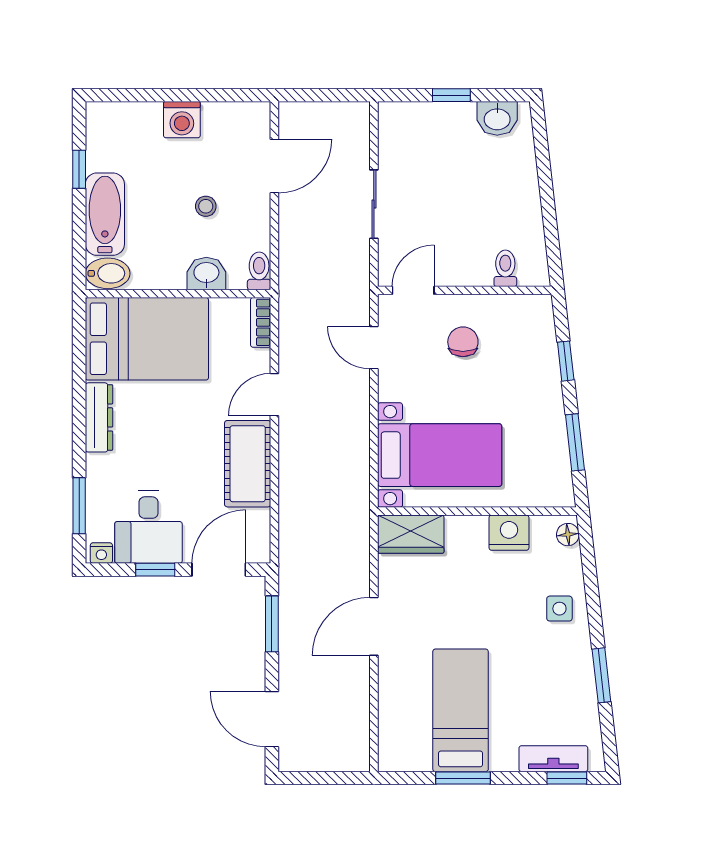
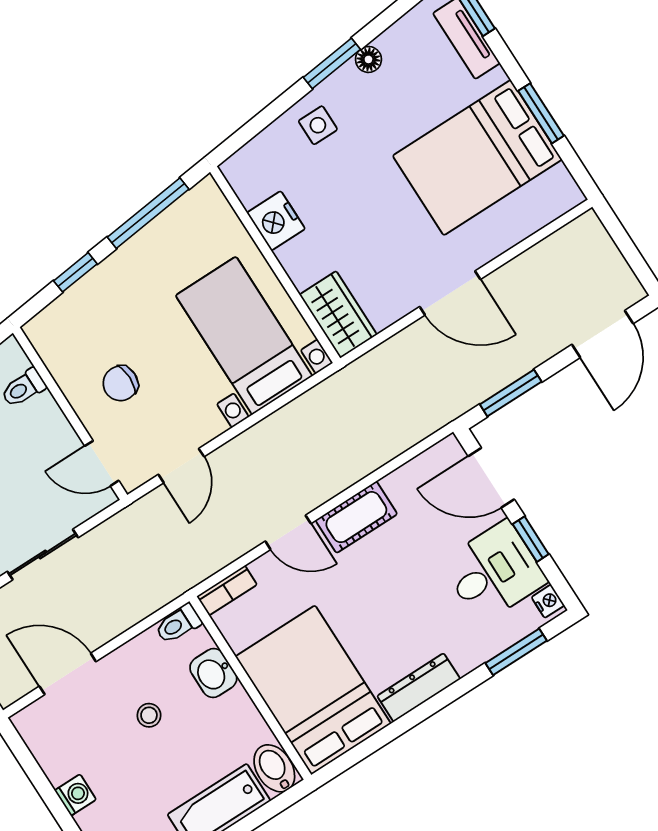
washing machine: (182, 120) -> (75, 795), width x0.73, depth x0.73
window: (575, 442) -> (148, 213), width x1.44
cot: (248, 464) -> (356, 517), width x0.73, depth x0.75
floor lamp: (568, 535) -> (368, 59), moved
window: (601, 675) -> (332, 63), moved
bed: (461, 710) -> (477, 158), width x1.50

